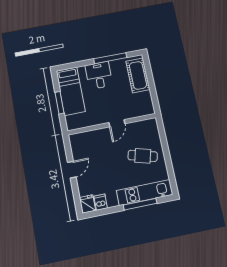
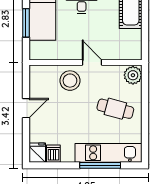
door: (117, 123) -> (92, 62), swing flipped
plant: (151, 127) -> (133, 75), added
stool: (102, 141) -> (70, 81), added

